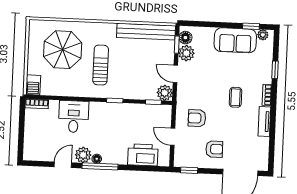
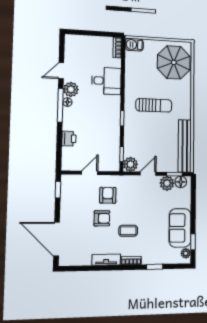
parasol: (63, 50) -> (174, 62), moved
armchair: (214, 149) -> (102, 218), moved, turned -90
printer: (143, 155) -> (69, 139), width x0.53, depth x0.68
door: (63, 165) -> (61, 71), swing flipped

